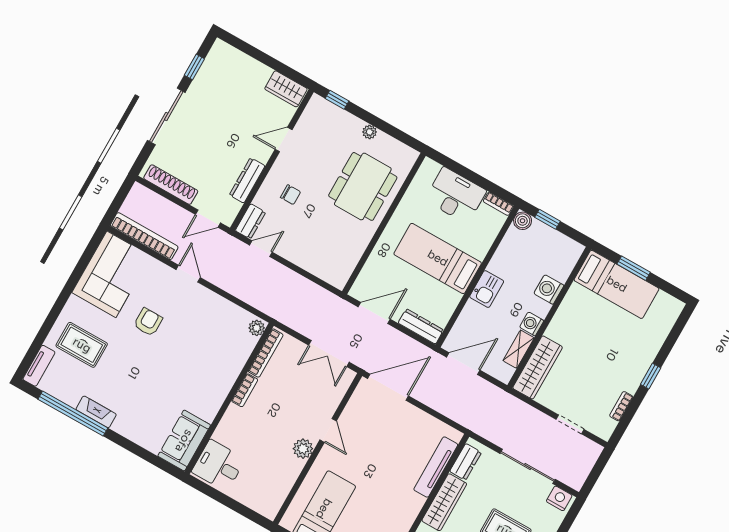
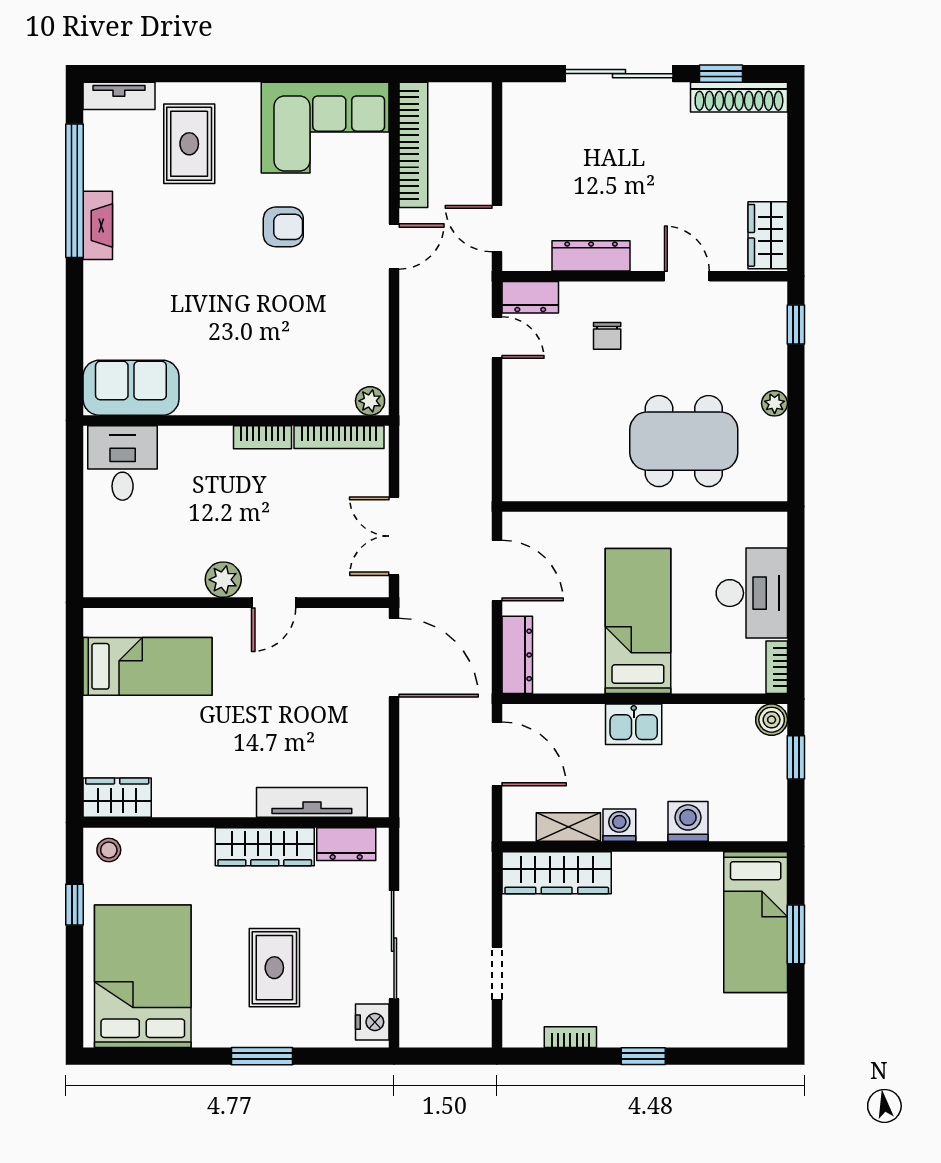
shoe rack: (171, 185) -> (739, 97), moved, turned 90

